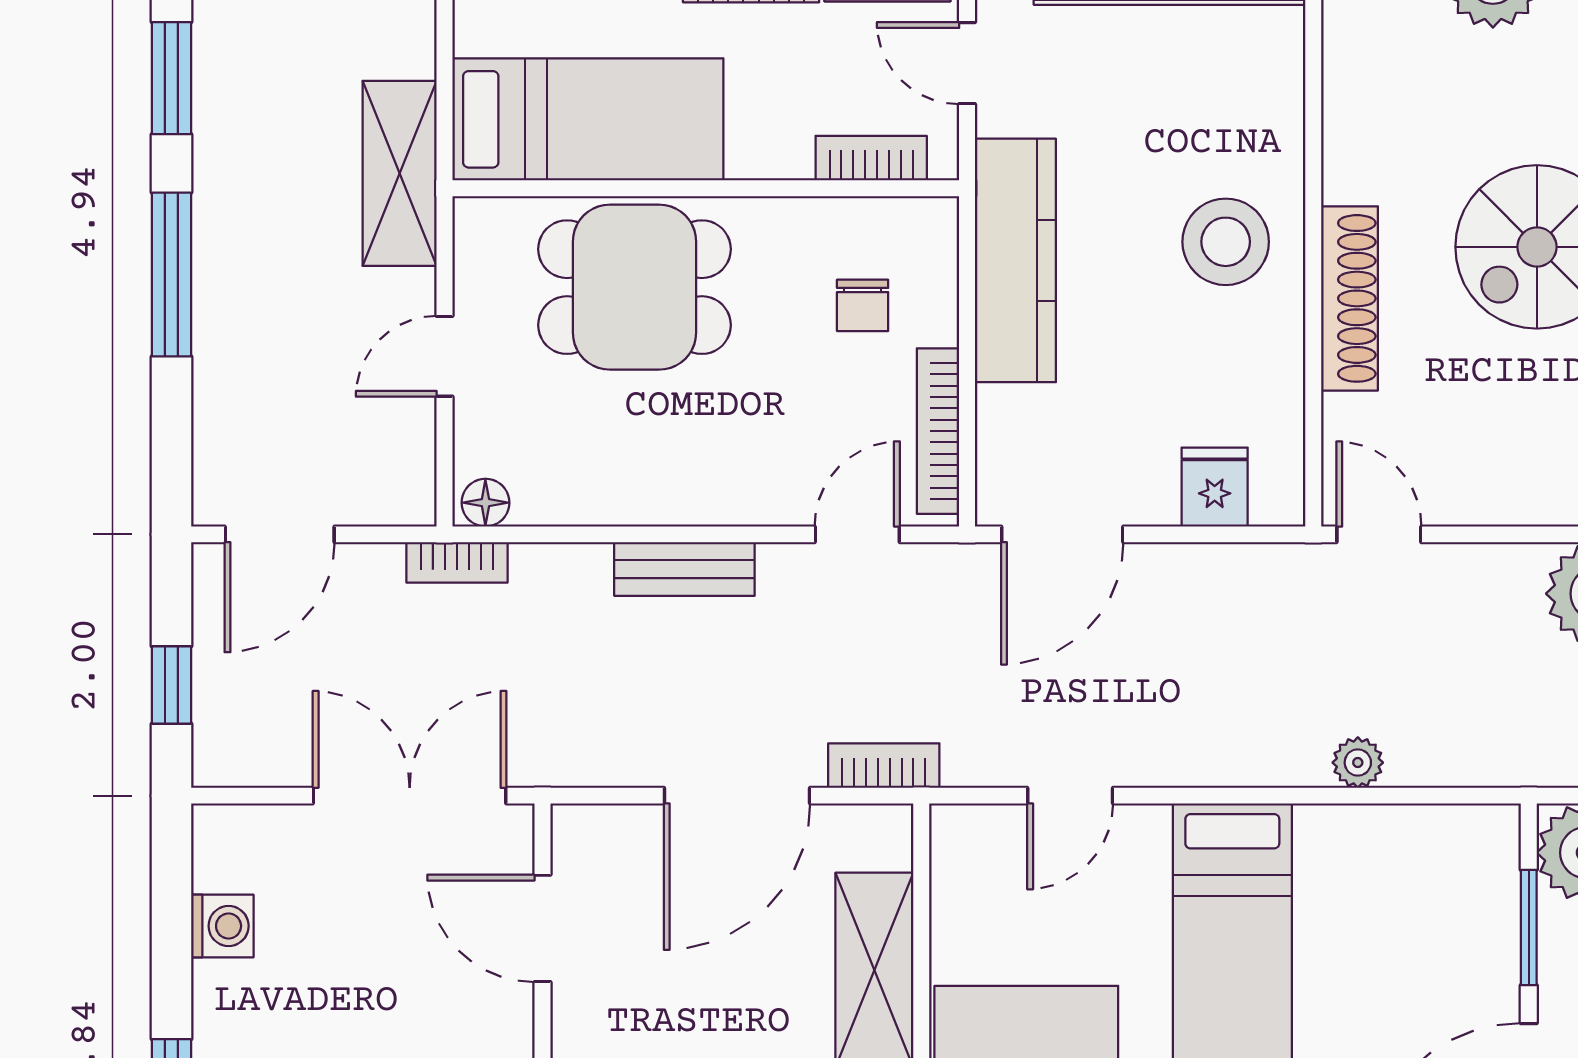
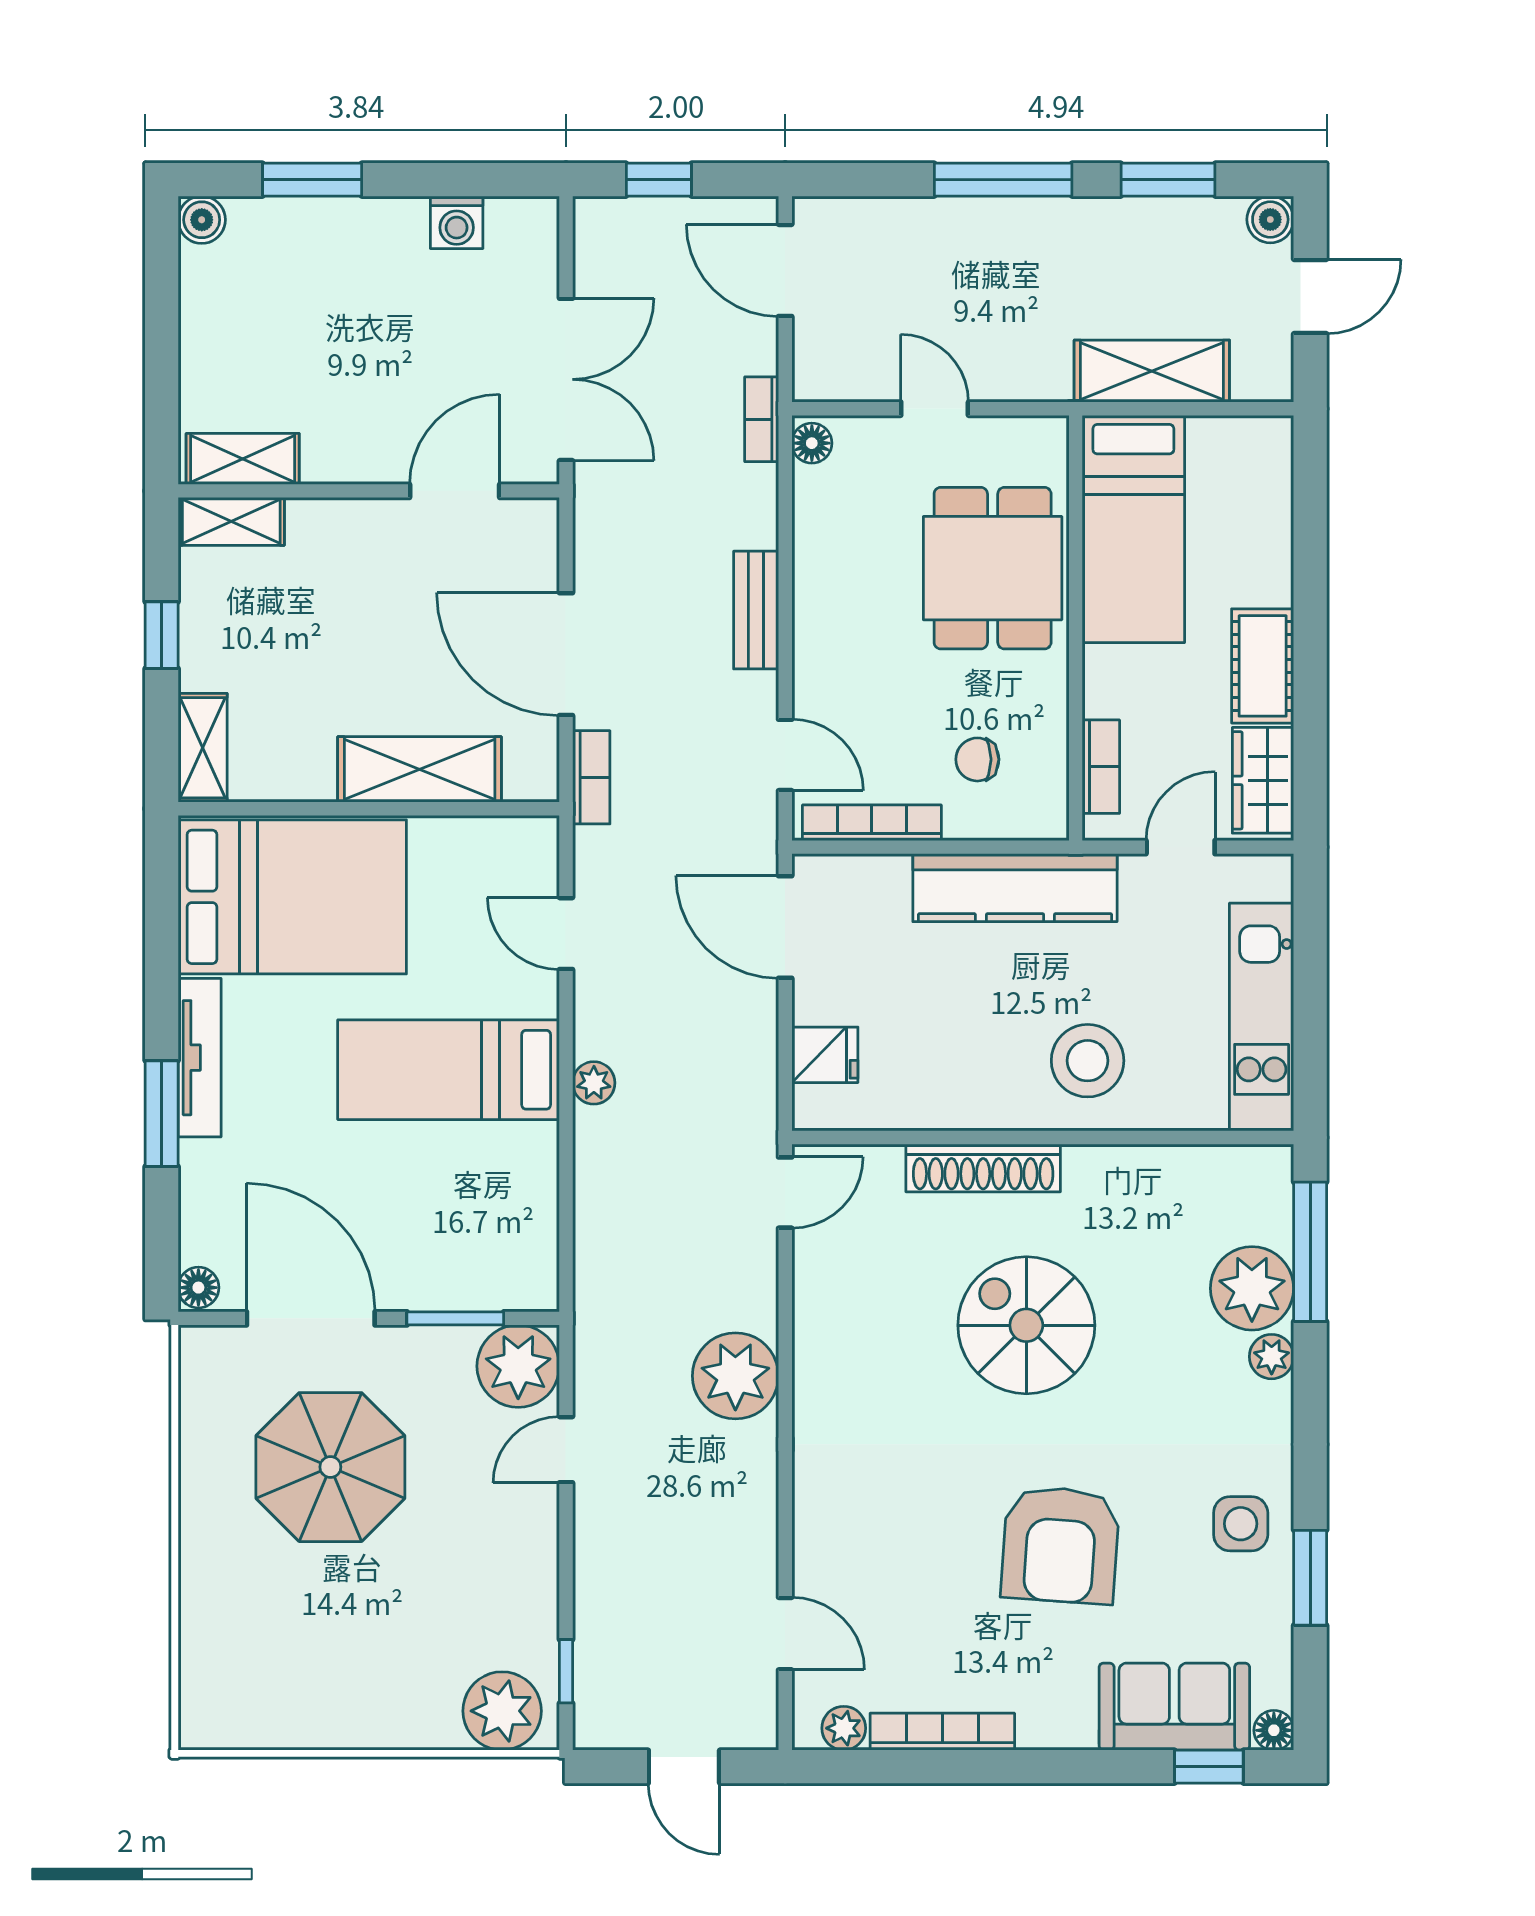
shelving: (400, 173) -> (1152, 371), moved
stool: (1226, 242) -> (1088, 1061), moved
plant: (1358, 763) -> (594, 1083), moved

